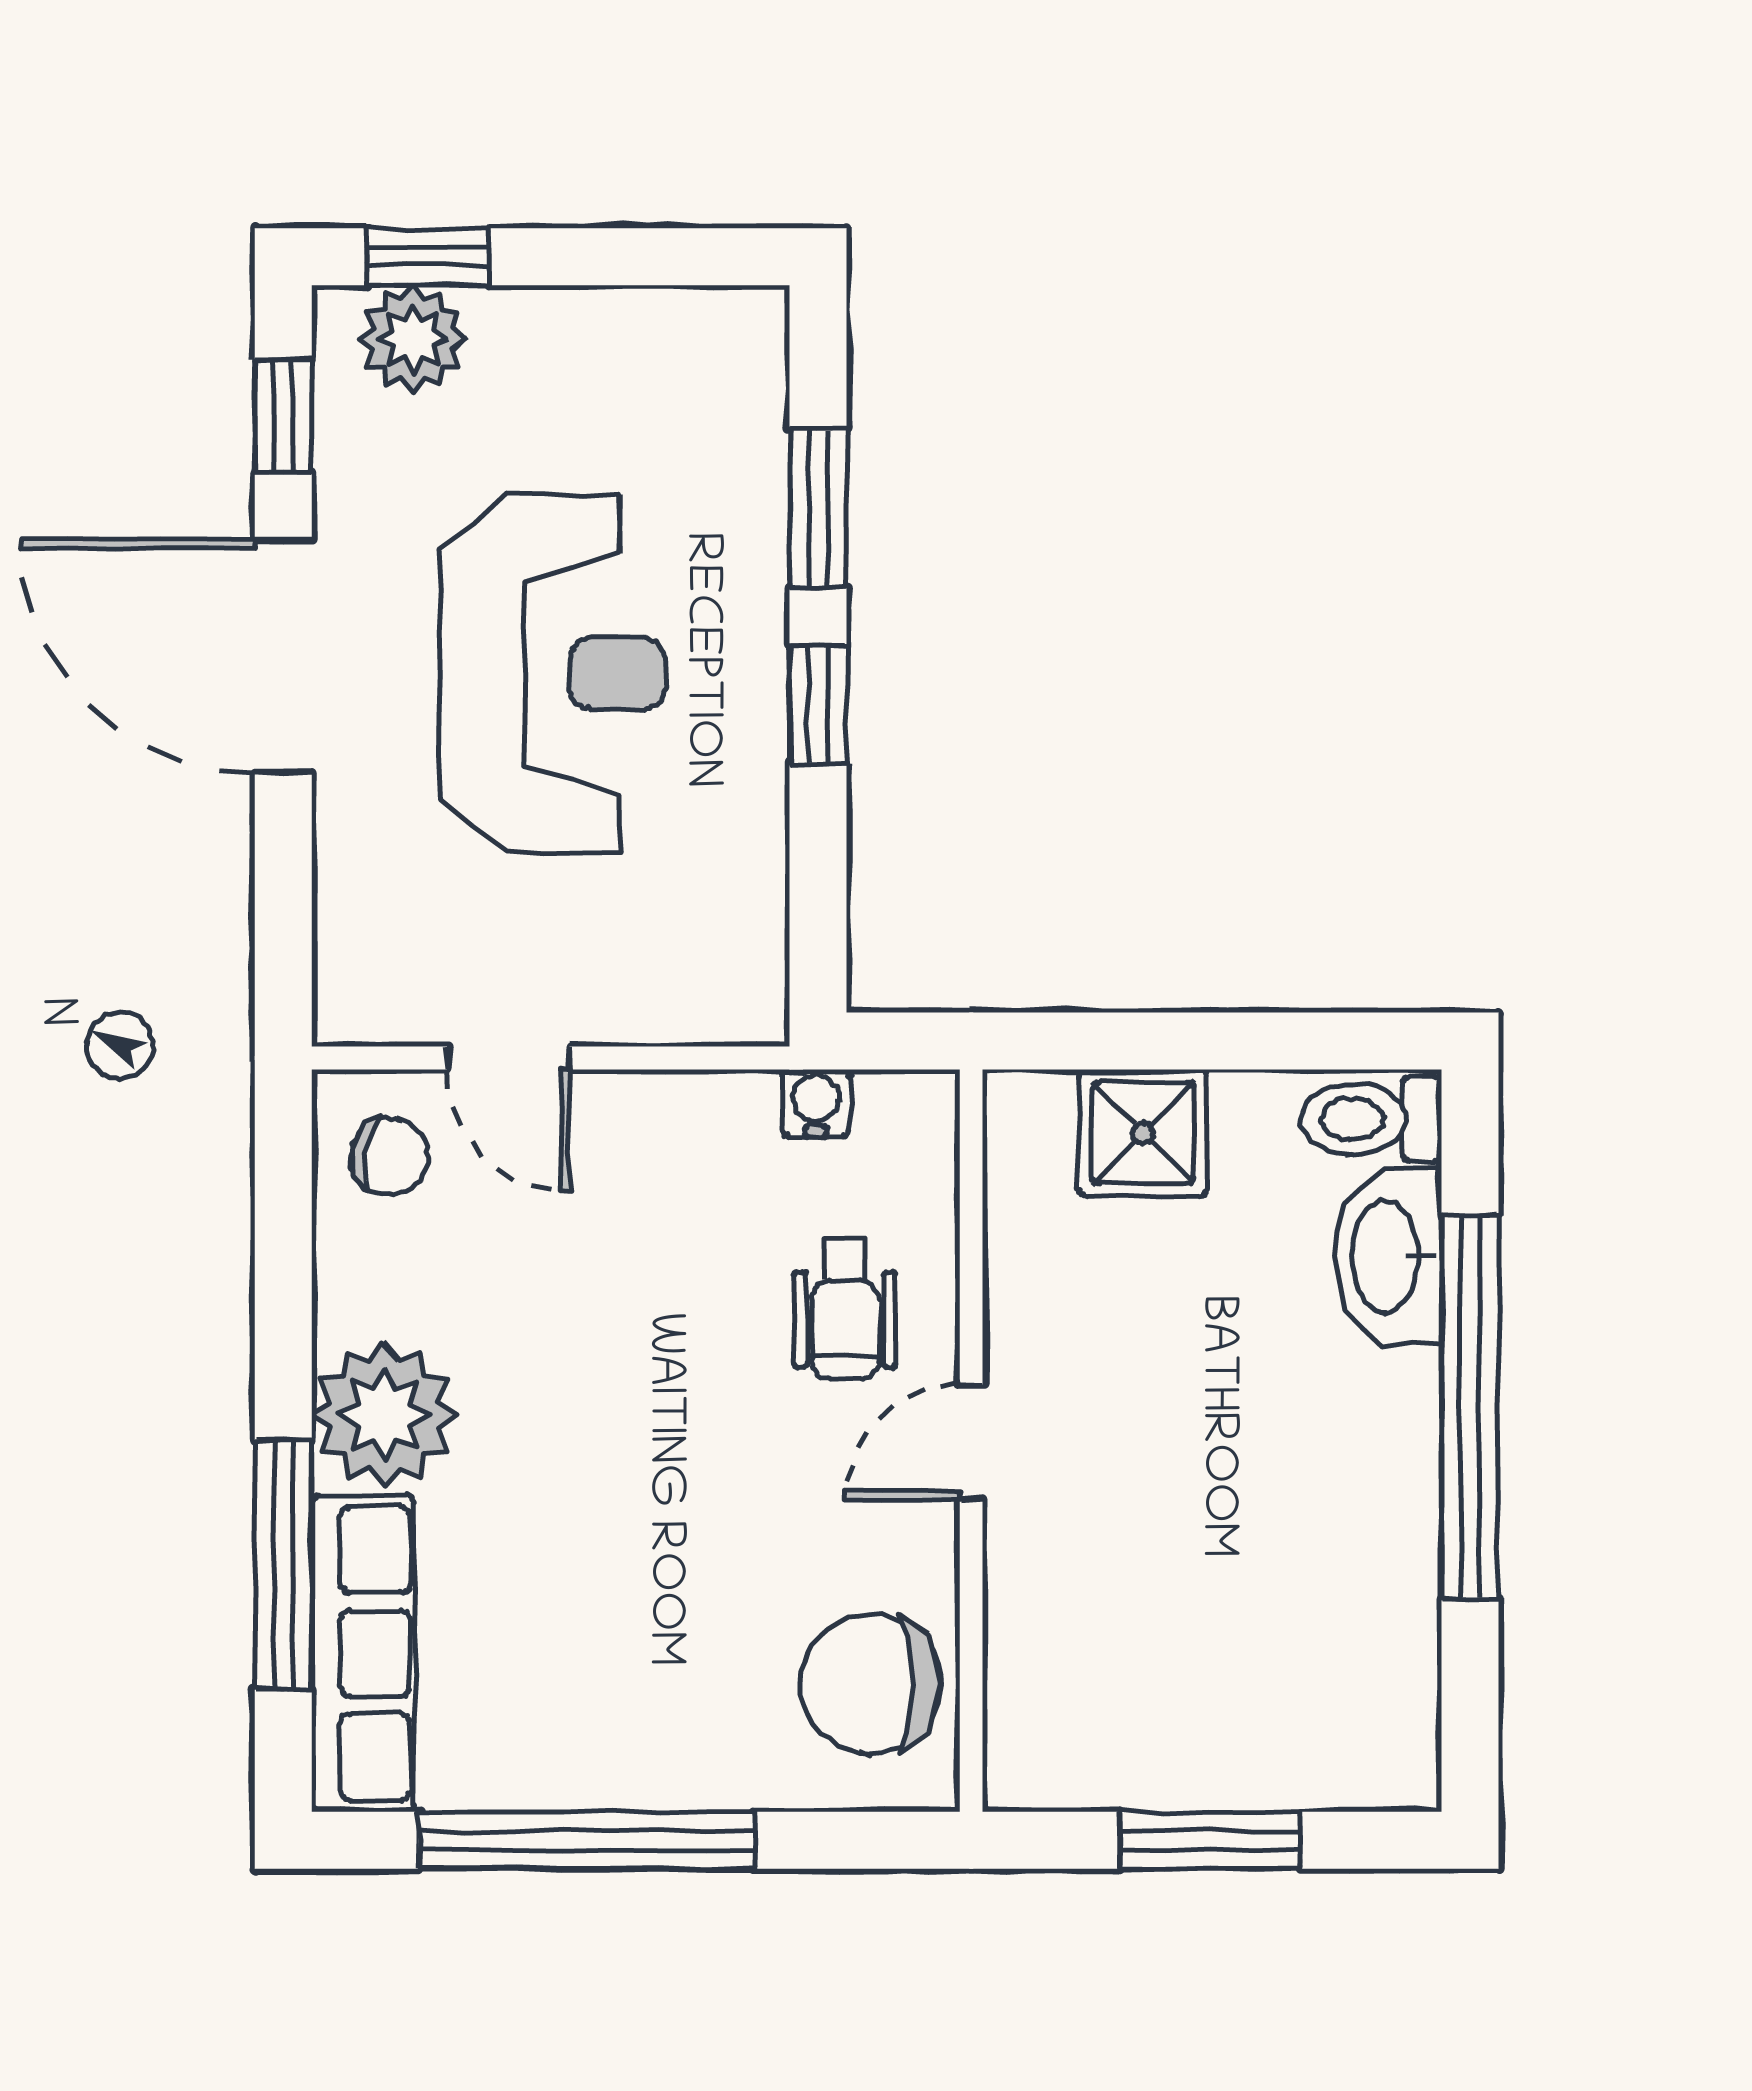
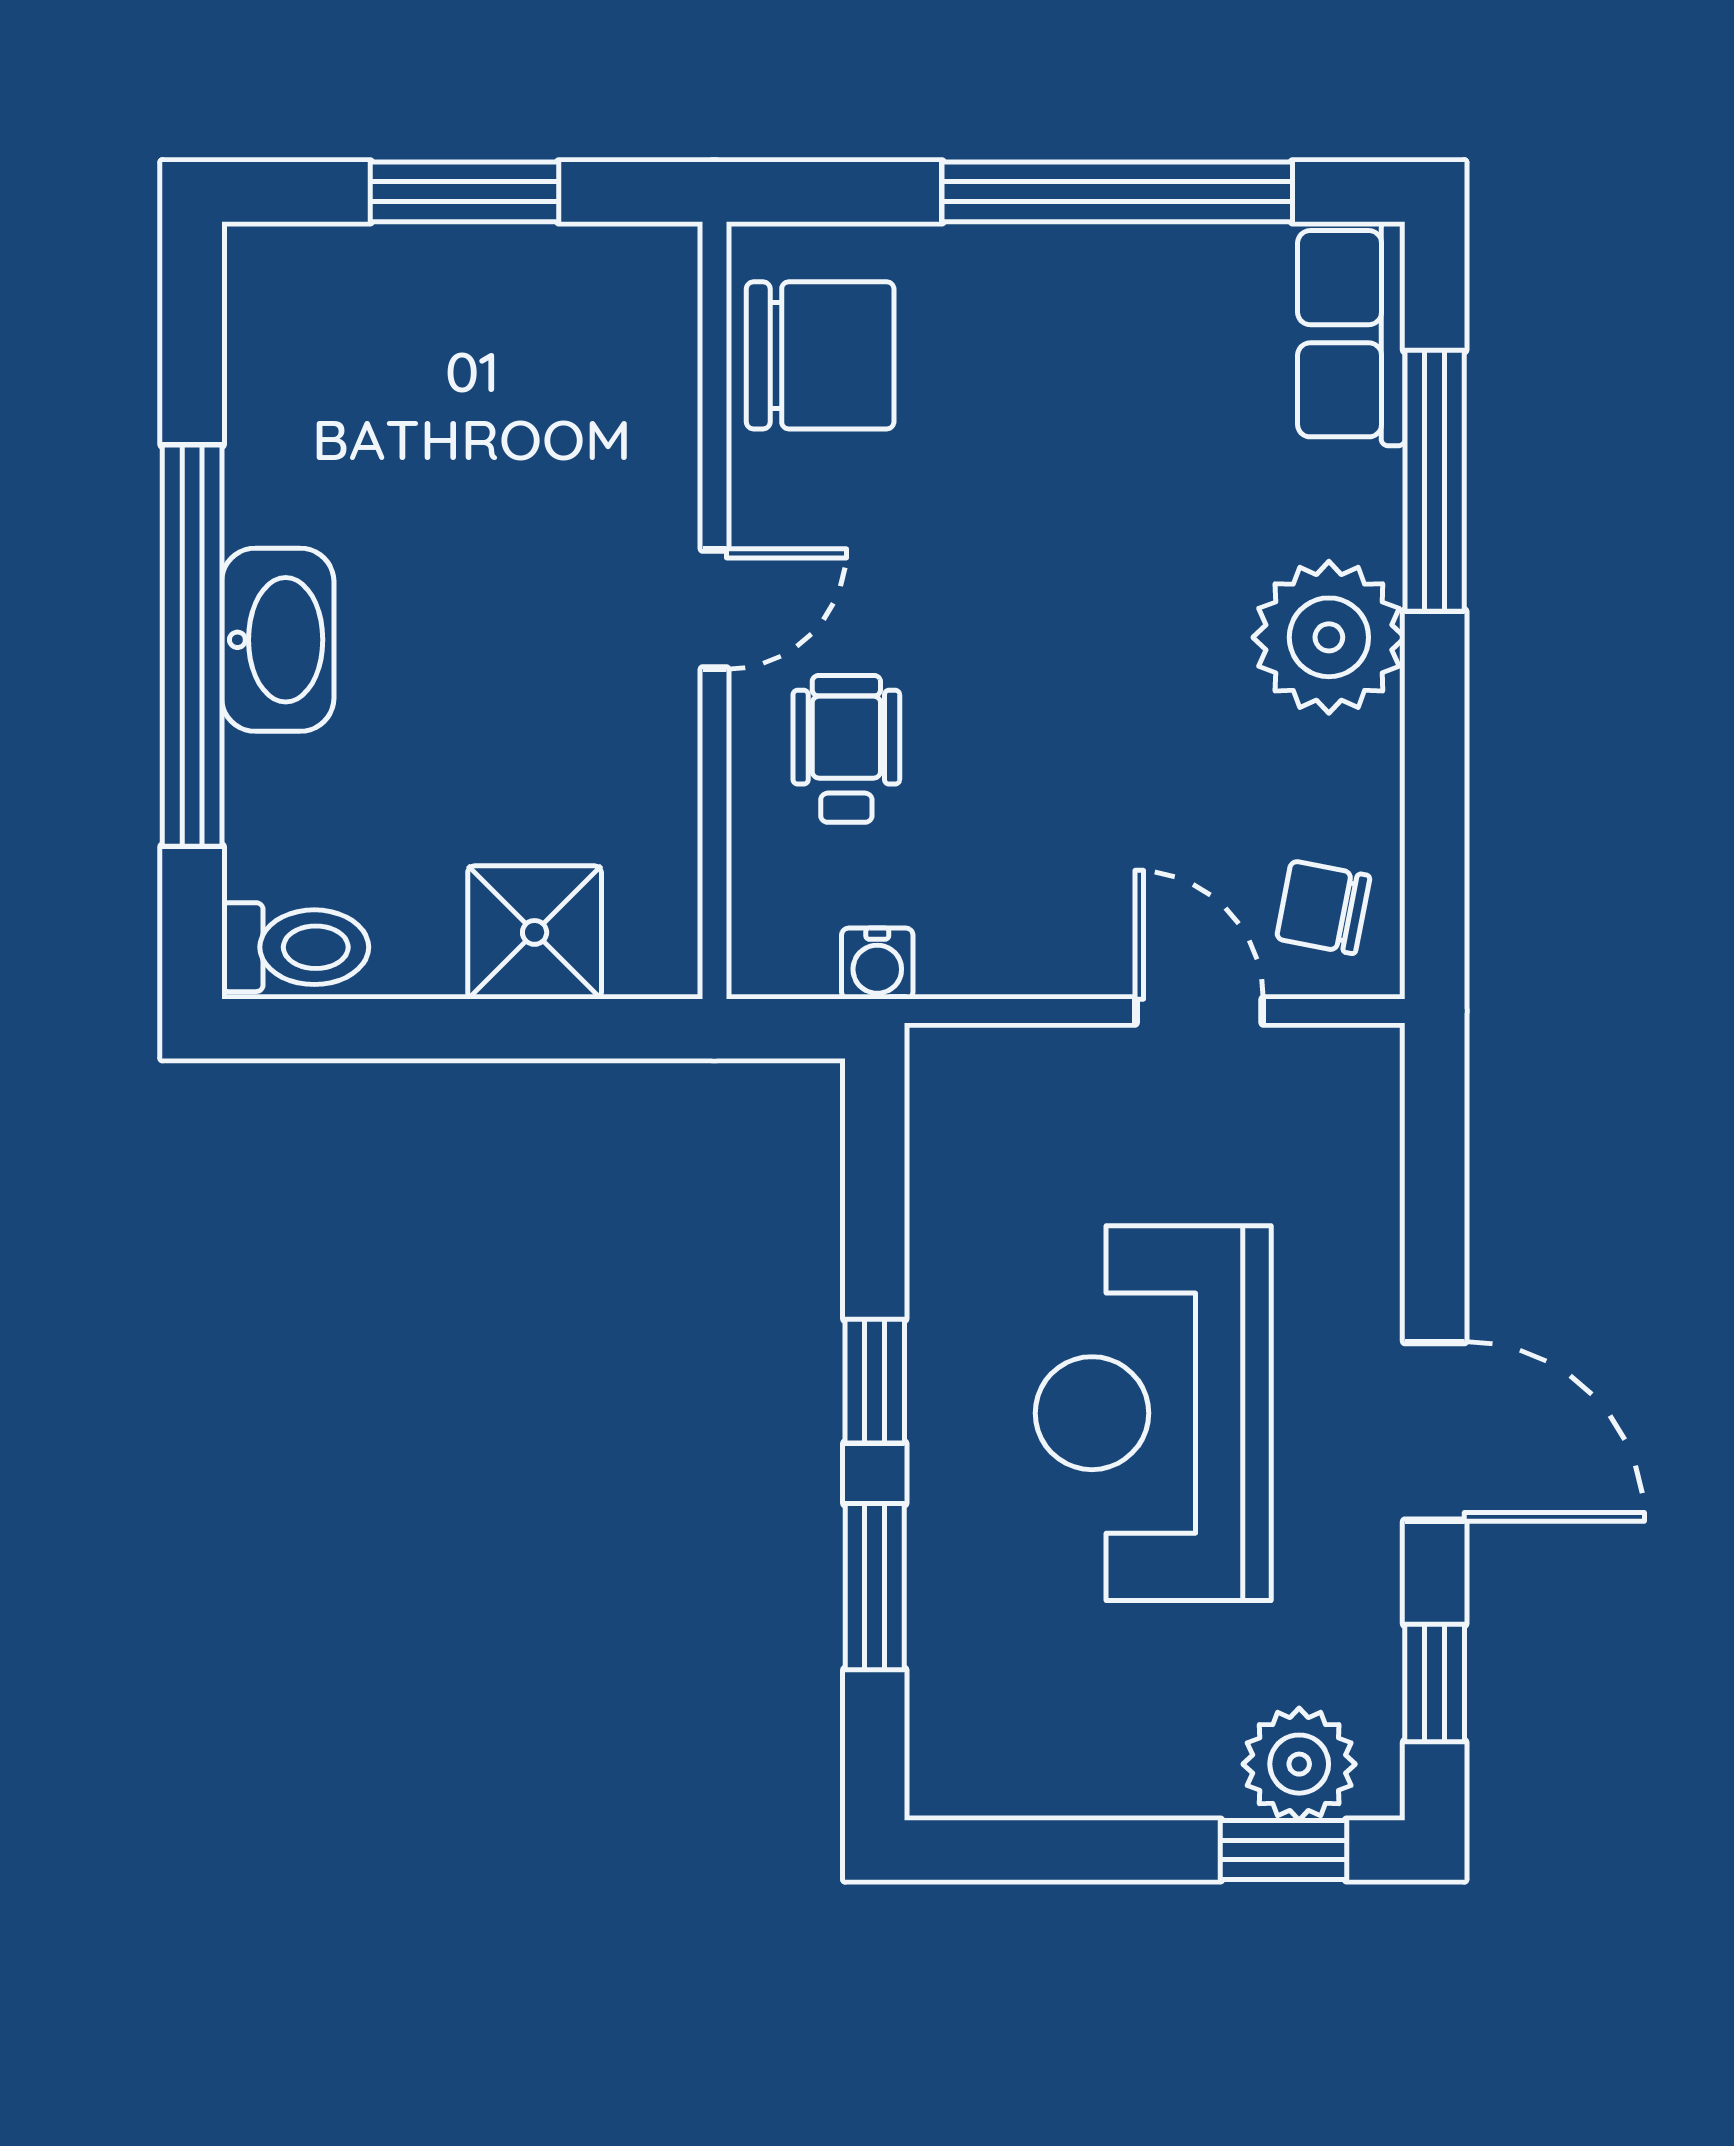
door: (283, 657) -> (1435, 1431), width x0.73
washbasin: (1388, 1257) -> (278, 640), moved
row of seats: (363, 1654) -> (1351, 334), width x0.68

